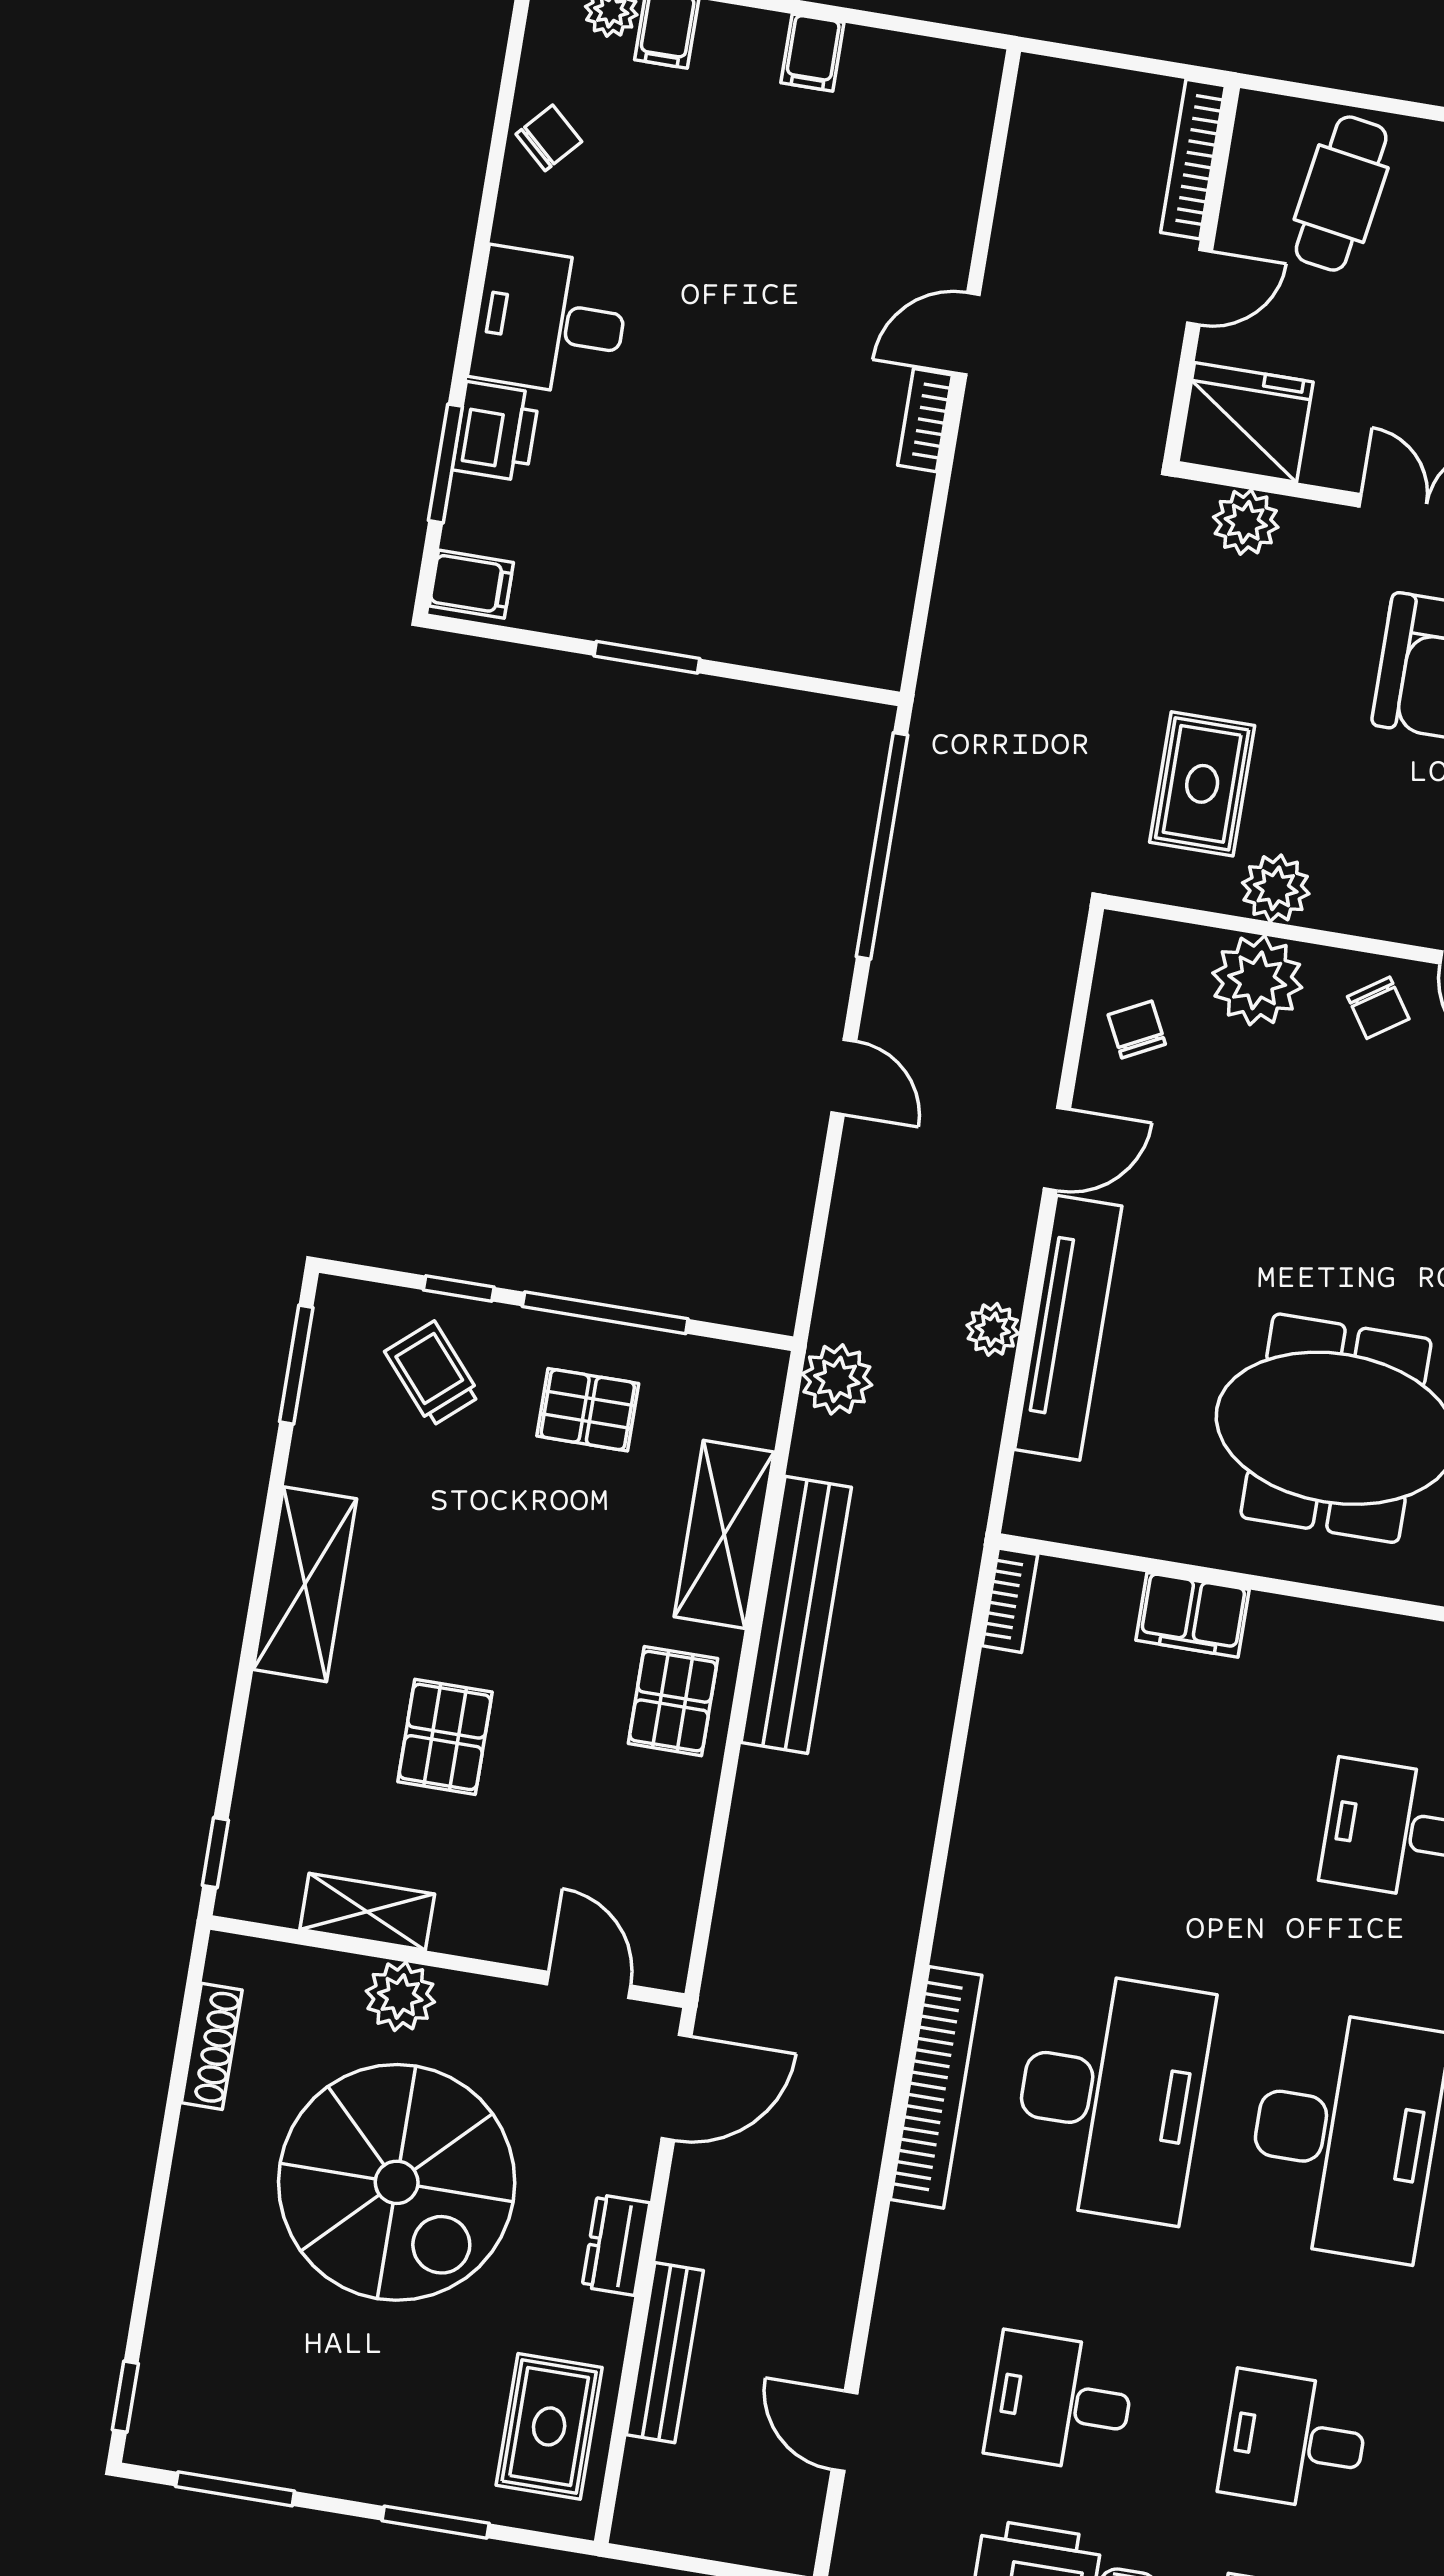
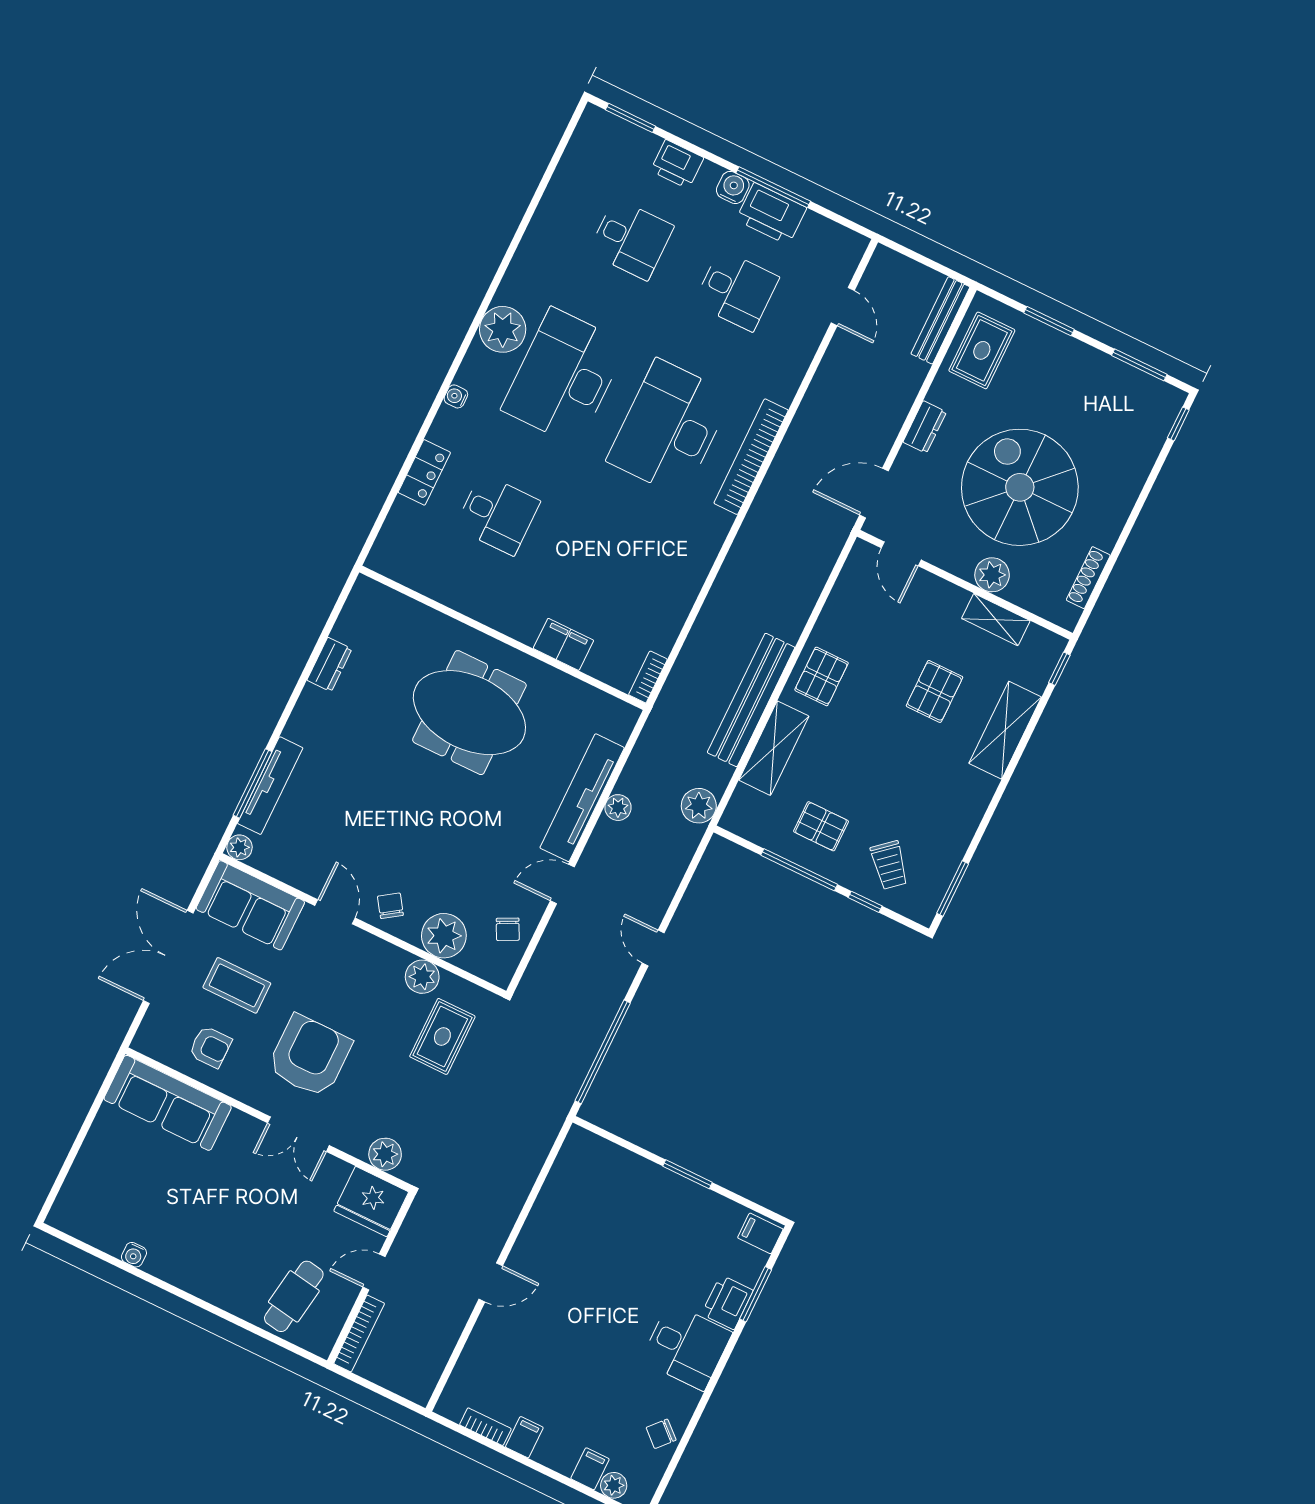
bookcase: (925, 420) -> (485, 1427), moved, turned -90
shelving: (305, 1584) -> (1005, 730), moved
bench: (665, 2353) -> (940, 320), moved

